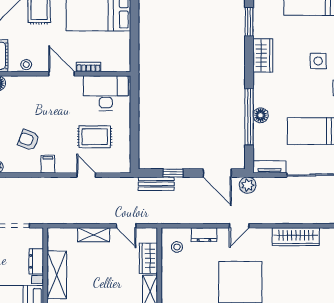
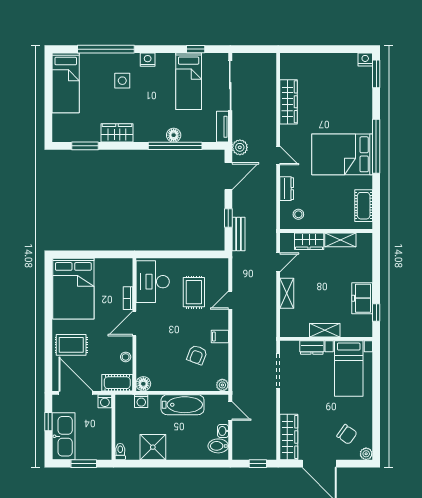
shelving: (57, 275) -> (325, 330), width x0.67, depth x0.75

